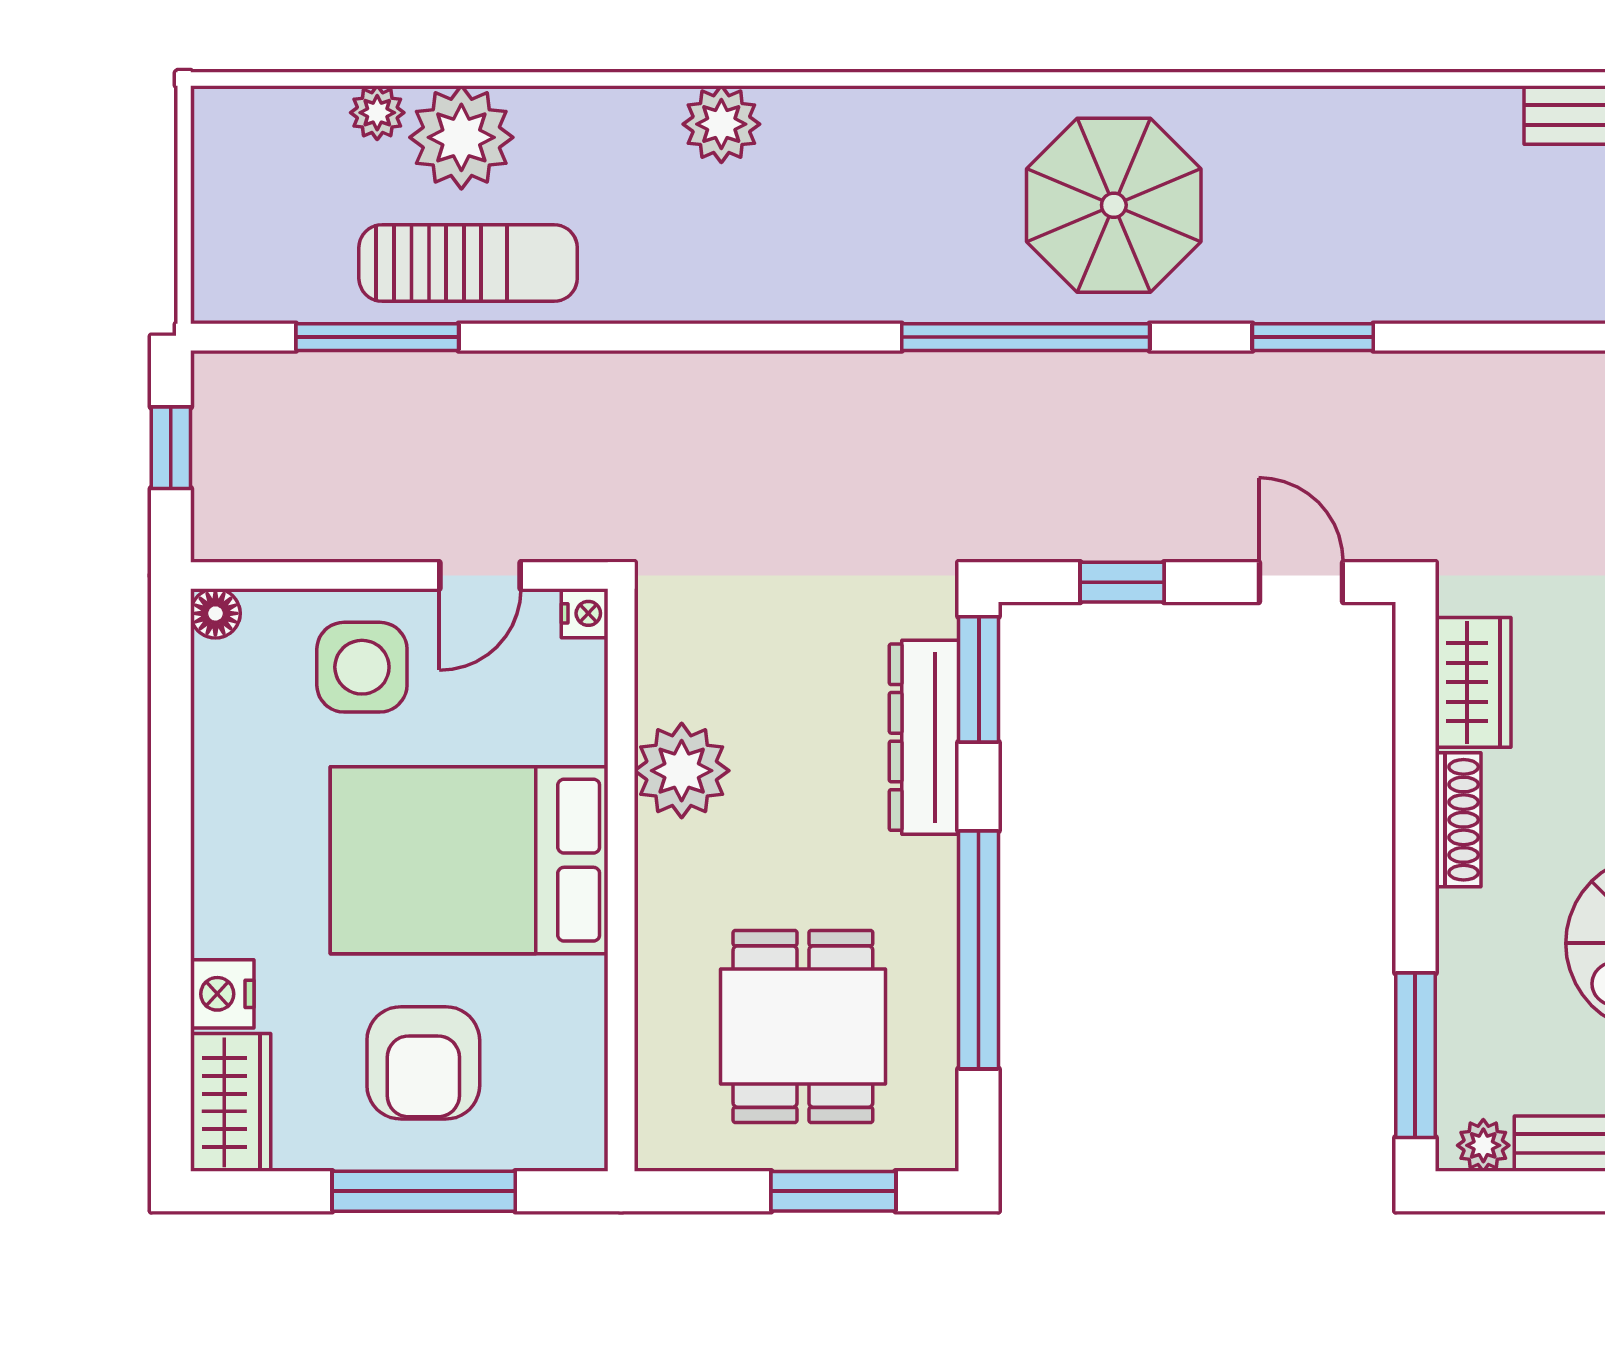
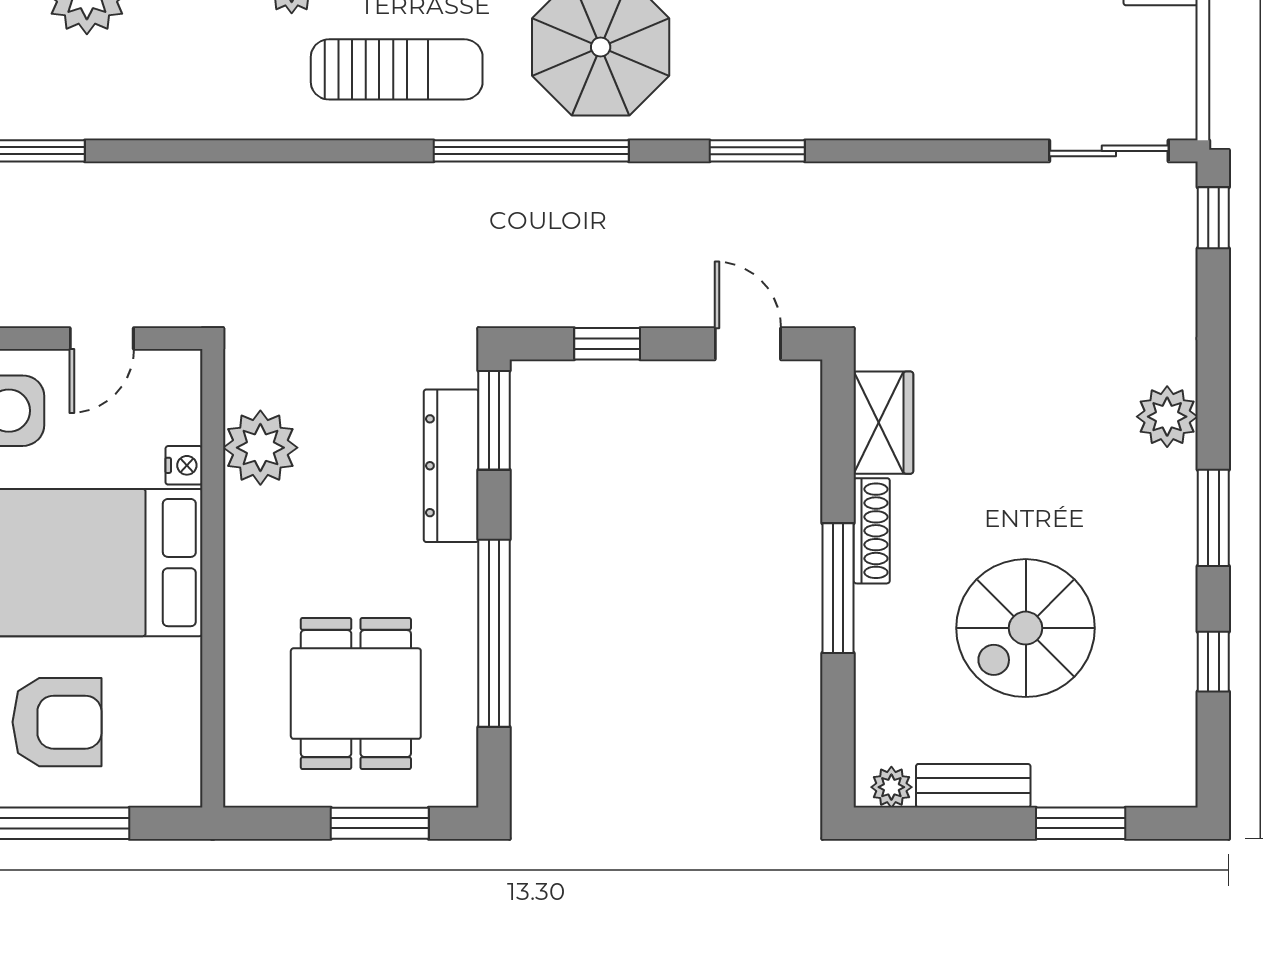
sun lounger: (468, 263) -> (397, 69), moved
nightstand: (585, 613) -> (184, 465), moved
plant: (682, 771) -> (260, 448), moved
window: (1415, 1055) -> (838, 588), moved
armchair: (423, 1063) -> (57, 722), turned -90

